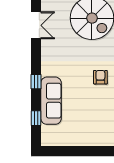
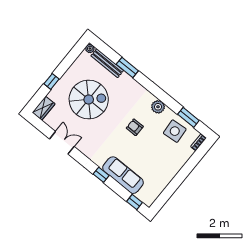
window: (36, 118) -> (135, 202), moved

